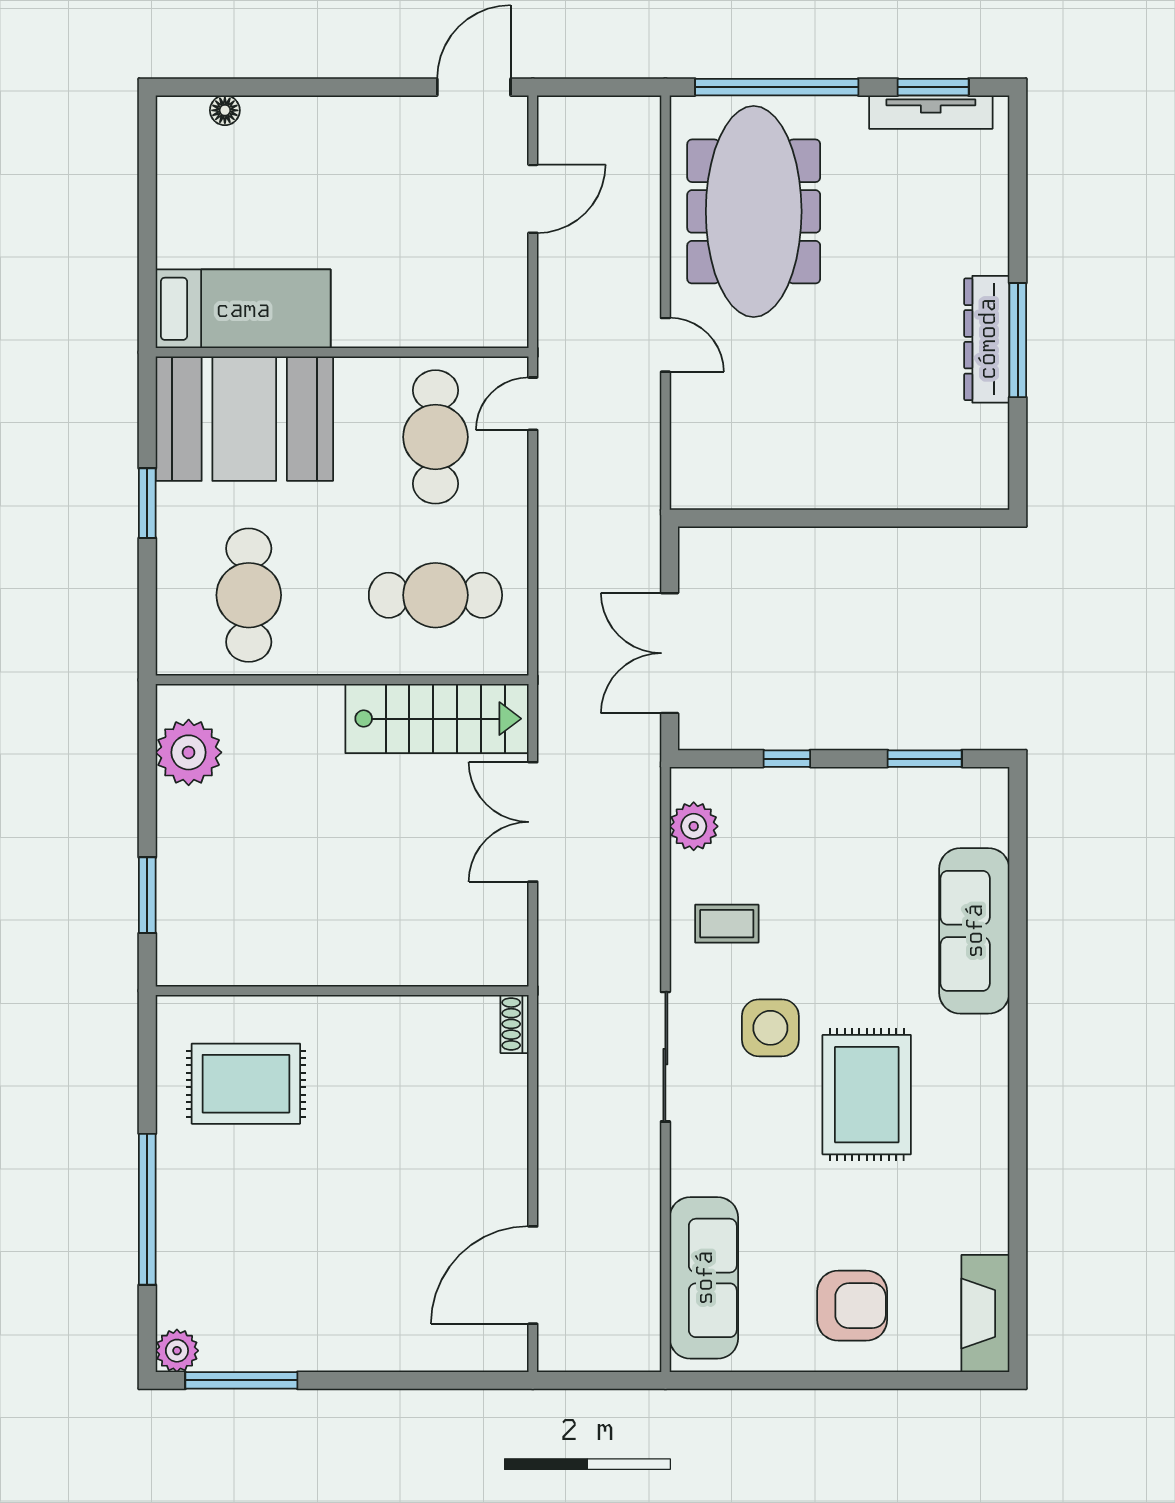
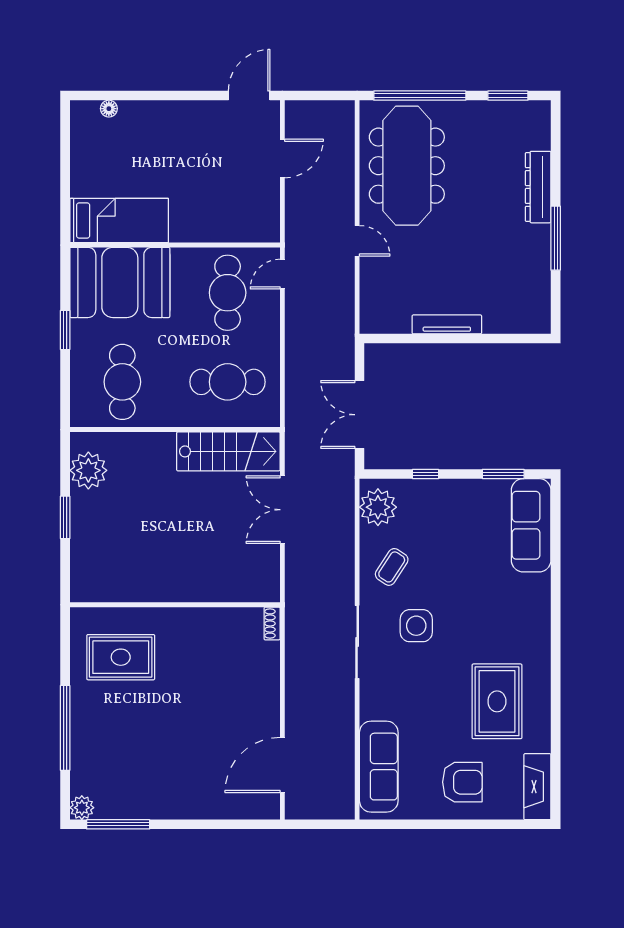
tv unit: (931, 112) -> (447, 324), moved, turned 180
dresser: (987, 339) -> (538, 187), moved
plant: (694, 826) -> (378, 507), width x1.36, depth x1.36
window: (147, 895) -> (65, 517), moved
coffee table: (727, 924) -> (392, 567), turned -57
sofa: (974, 931) -> (531, 525), moved
rug: (867, 1095) -> (497, 701), moved

